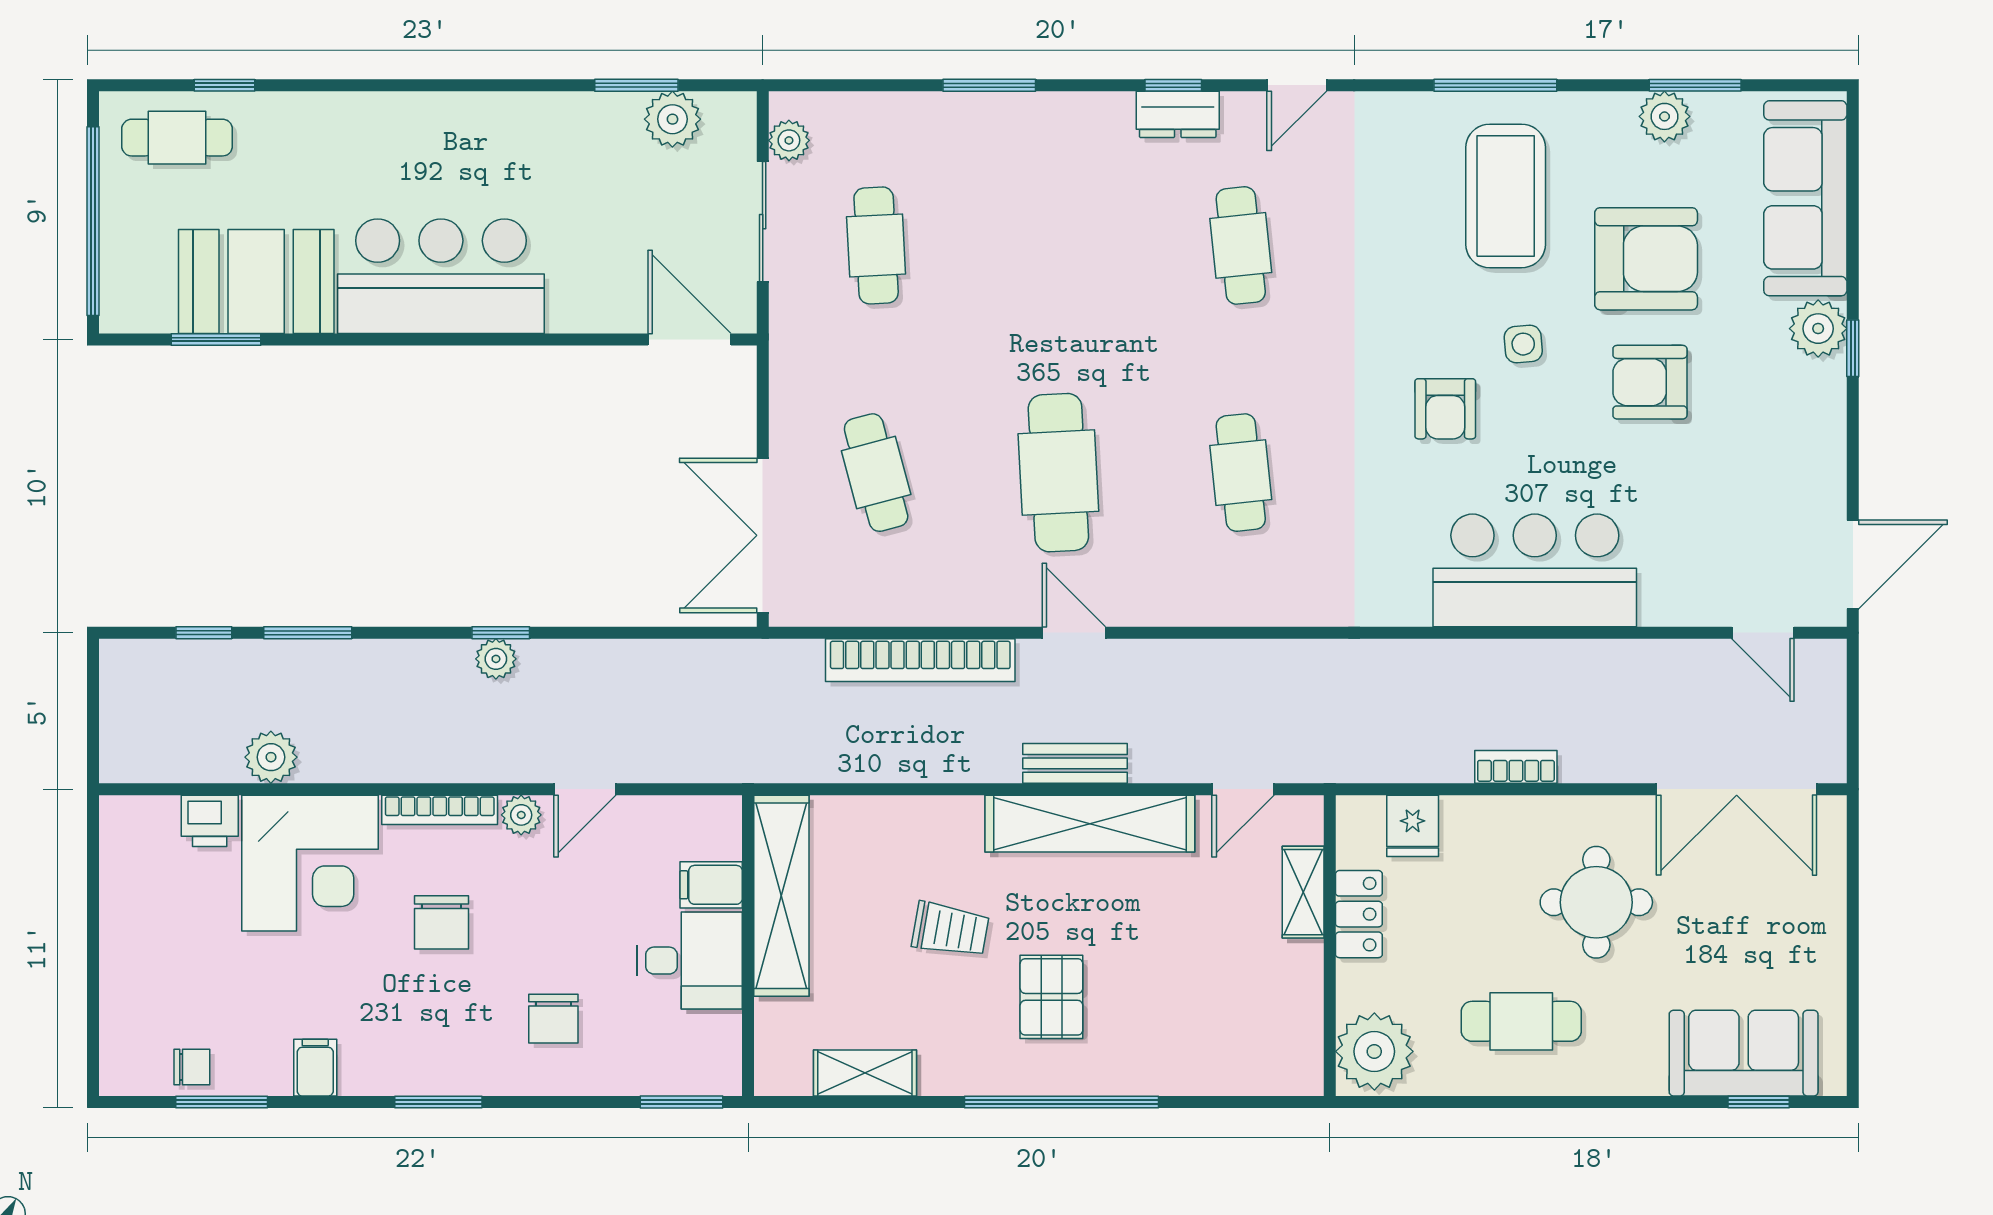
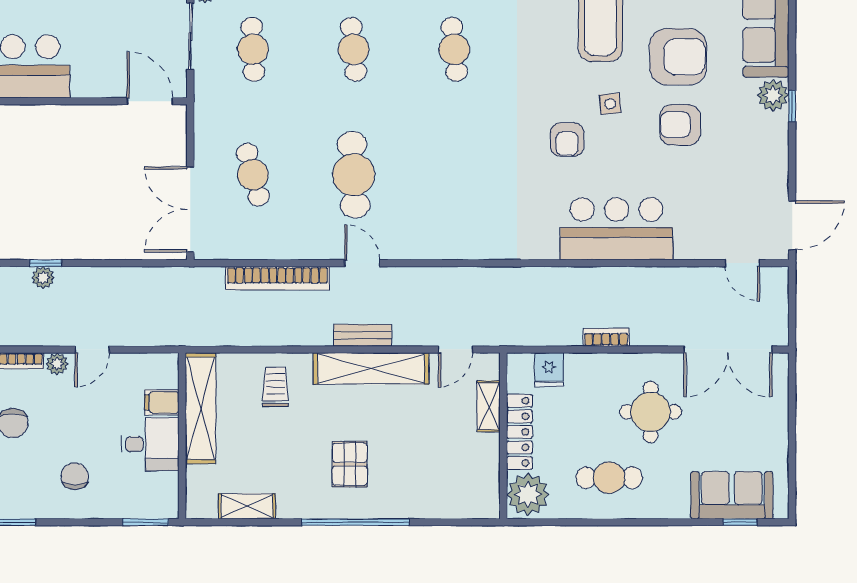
cafe table: (1241, 473) -> (354, 49), moved
locker: (1359, 914) -> (519, 432), width x1.53
trolley: (950, 930) -> (275, 387), moved, turned -100
chair: (553, 1019) -> (75, 476), turned 180

